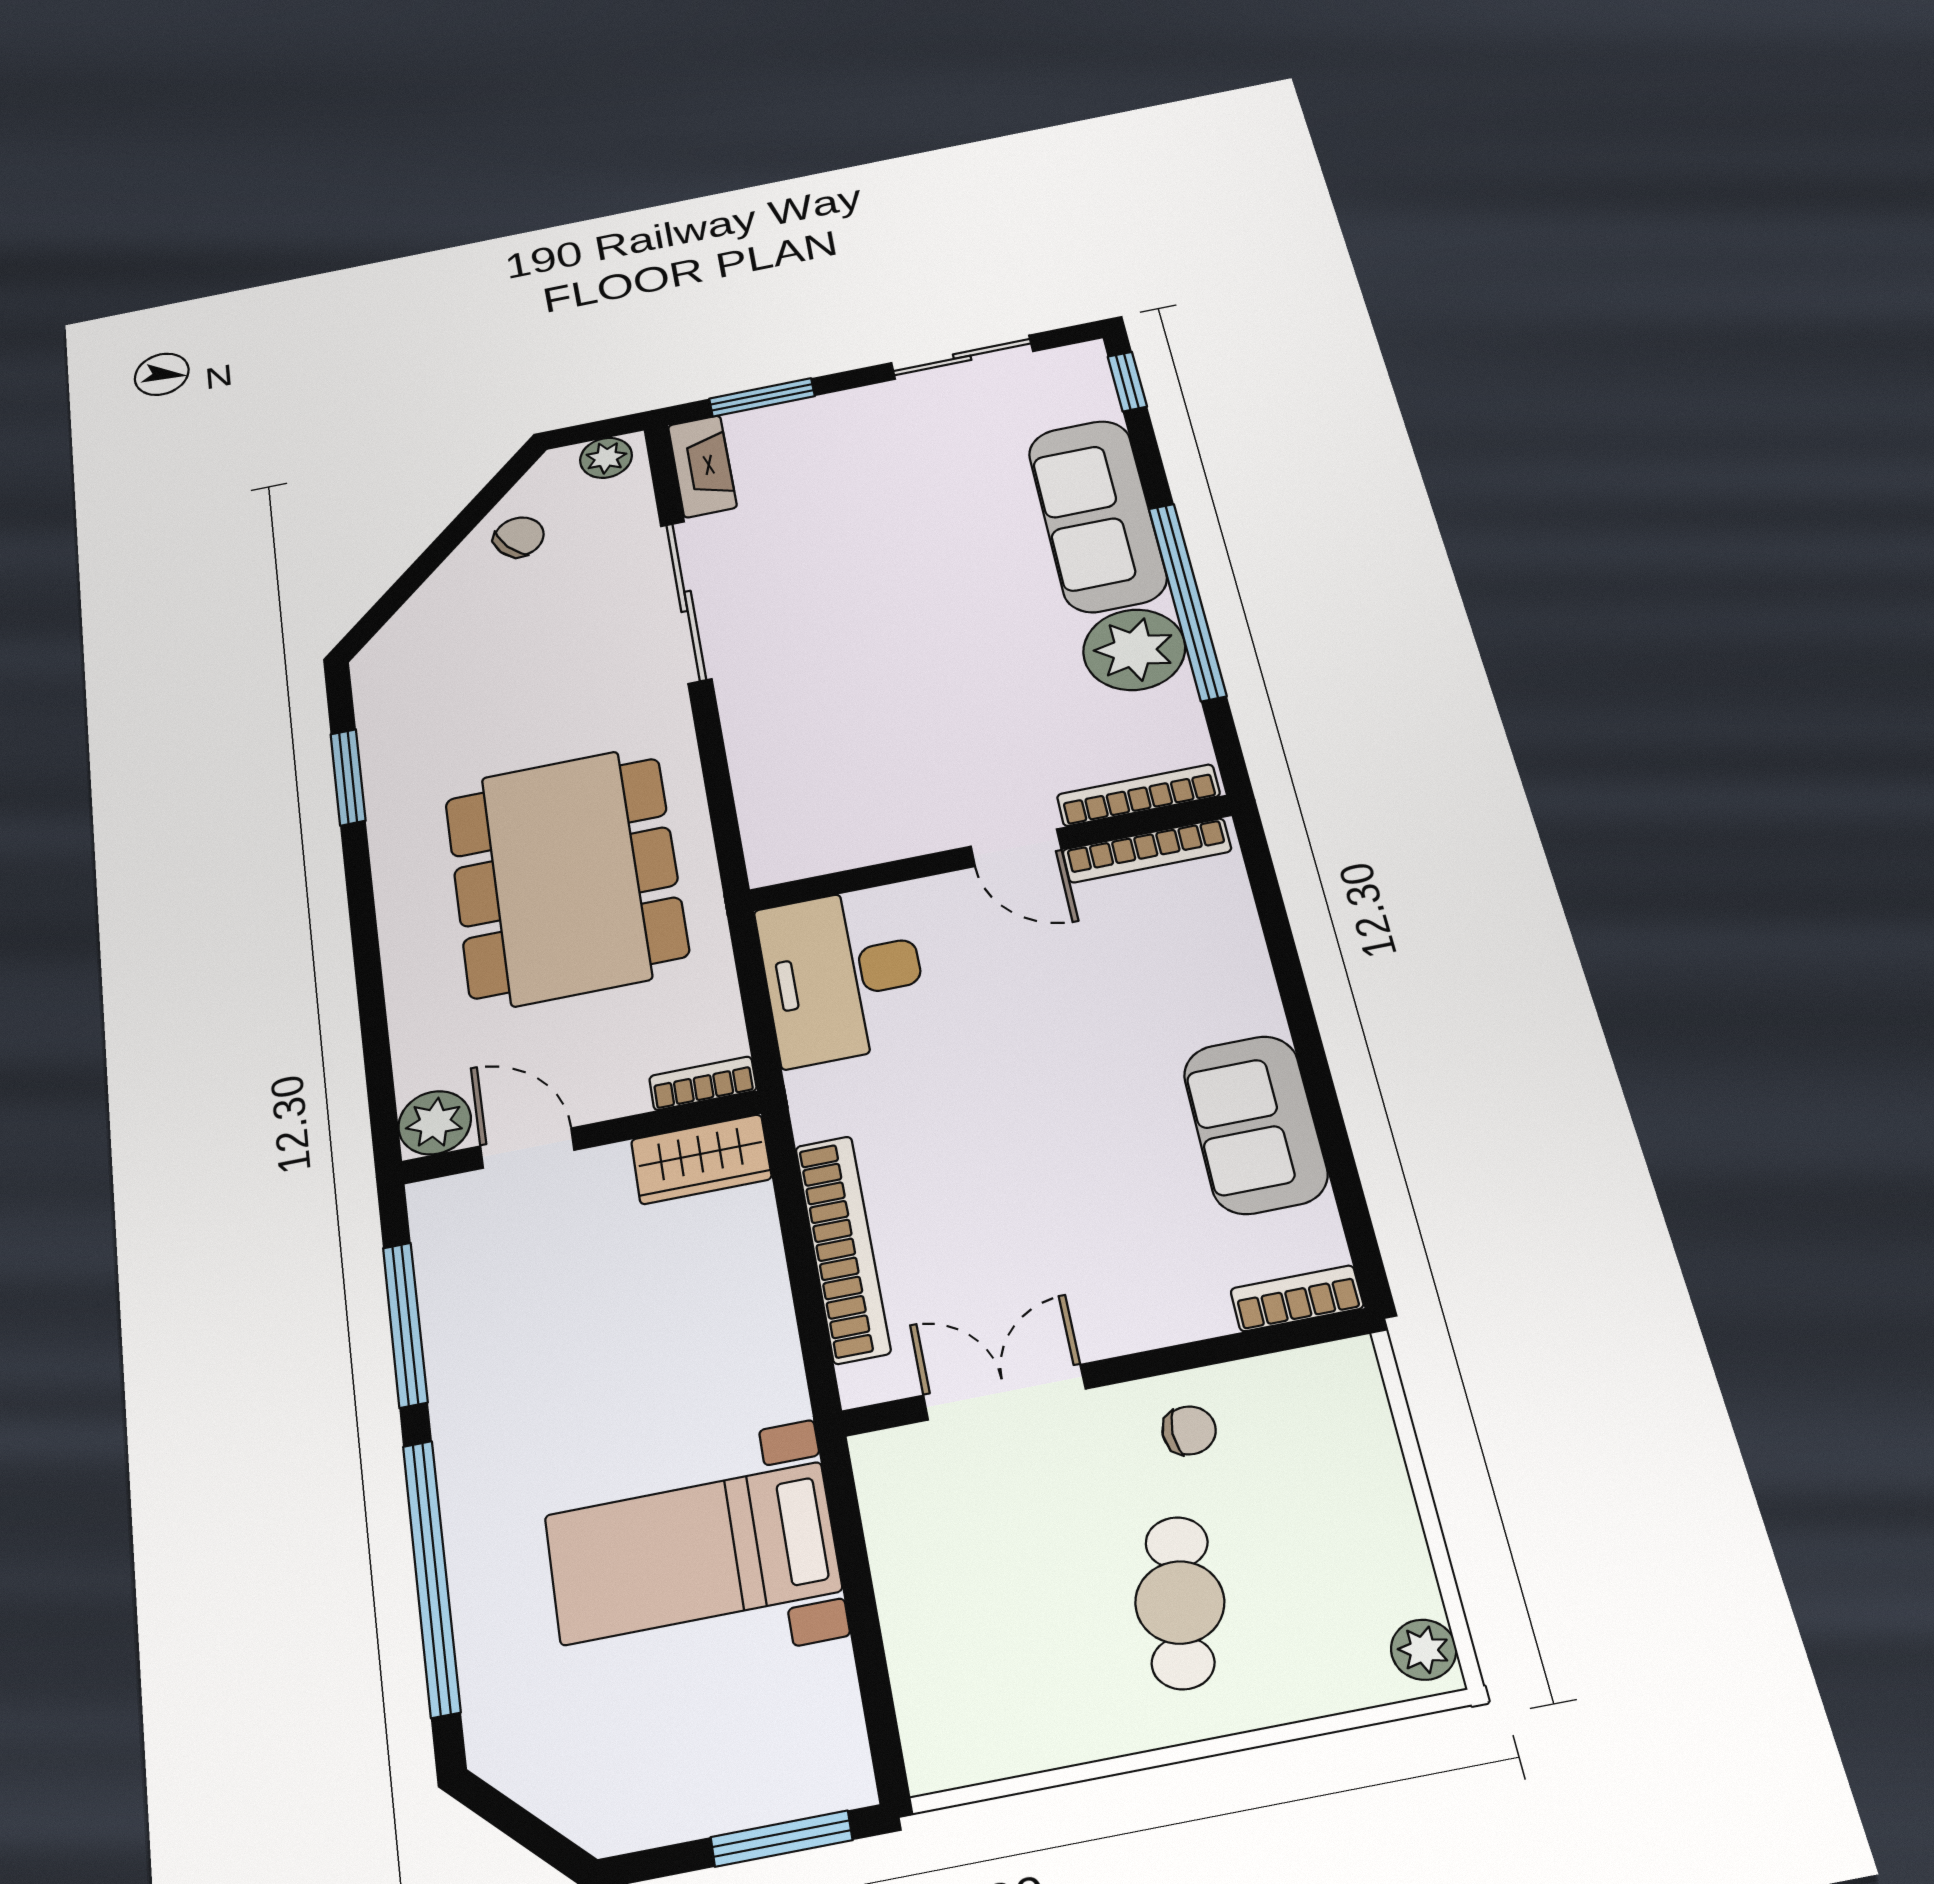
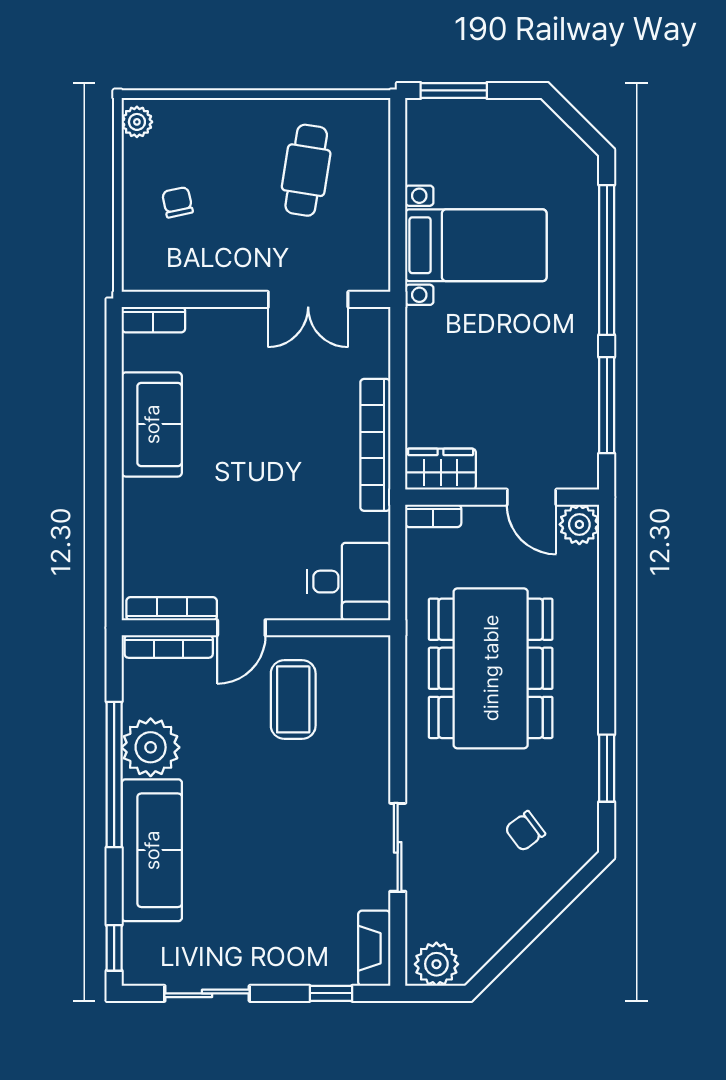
window: (762, 397) -> (331, 993), width x0.67
plant: (606, 458) -> (436, 964), width x1.38, depth x1.38
chair: (519, 537) -> (525, 831), moved
sliding door: (686, 601) -> (398, 847), width x0.73
coffee table: (903, 764) -> (293, 699), added
door: (1016, 848) -> (241, 628), swing flipped
desk: (843, 975) -> (348, 582), width x0.73
bookcase: (843, 1248) -> (375, 445), moved
chair: (1189, 1430) -> (177, 202), moved, turned 78
cafe table: (1180, 1602) -> (306, 170), moved

